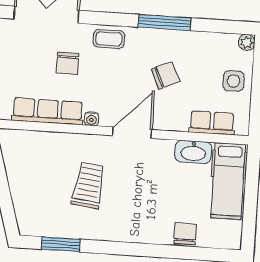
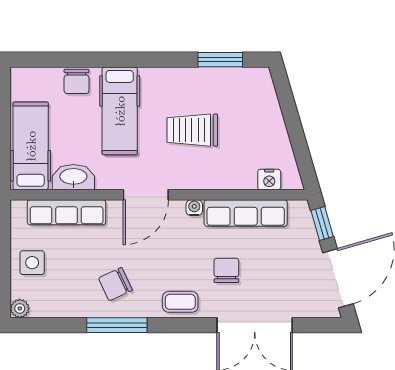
chair: (165, 75) -> (115, 284), moved
row of seats: (212, 123) -> (67, 212), width x1.48
nightstand: (26, 139) -> (269, 180), added
trolley: (89, 185) -> (192, 130), turned 83
hospital bed: (150, 206) -> (120, 111), added

